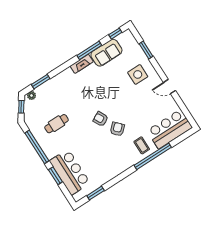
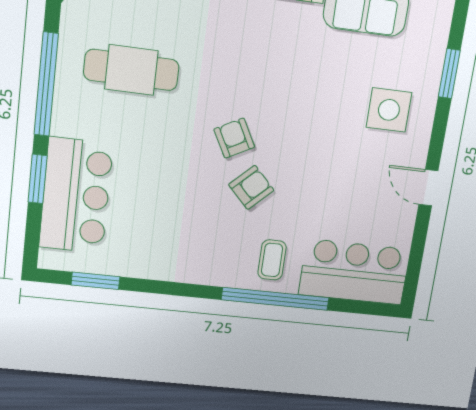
cafe table: (57, 124) -> (131, 70), width x1.37, depth x1.35

